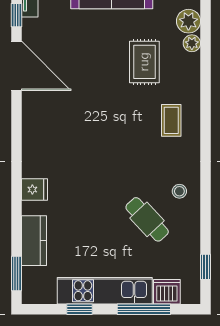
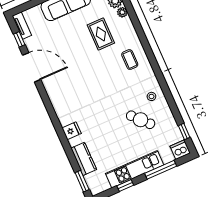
dishwasher: (167, 292) -> (180, 150), moved

